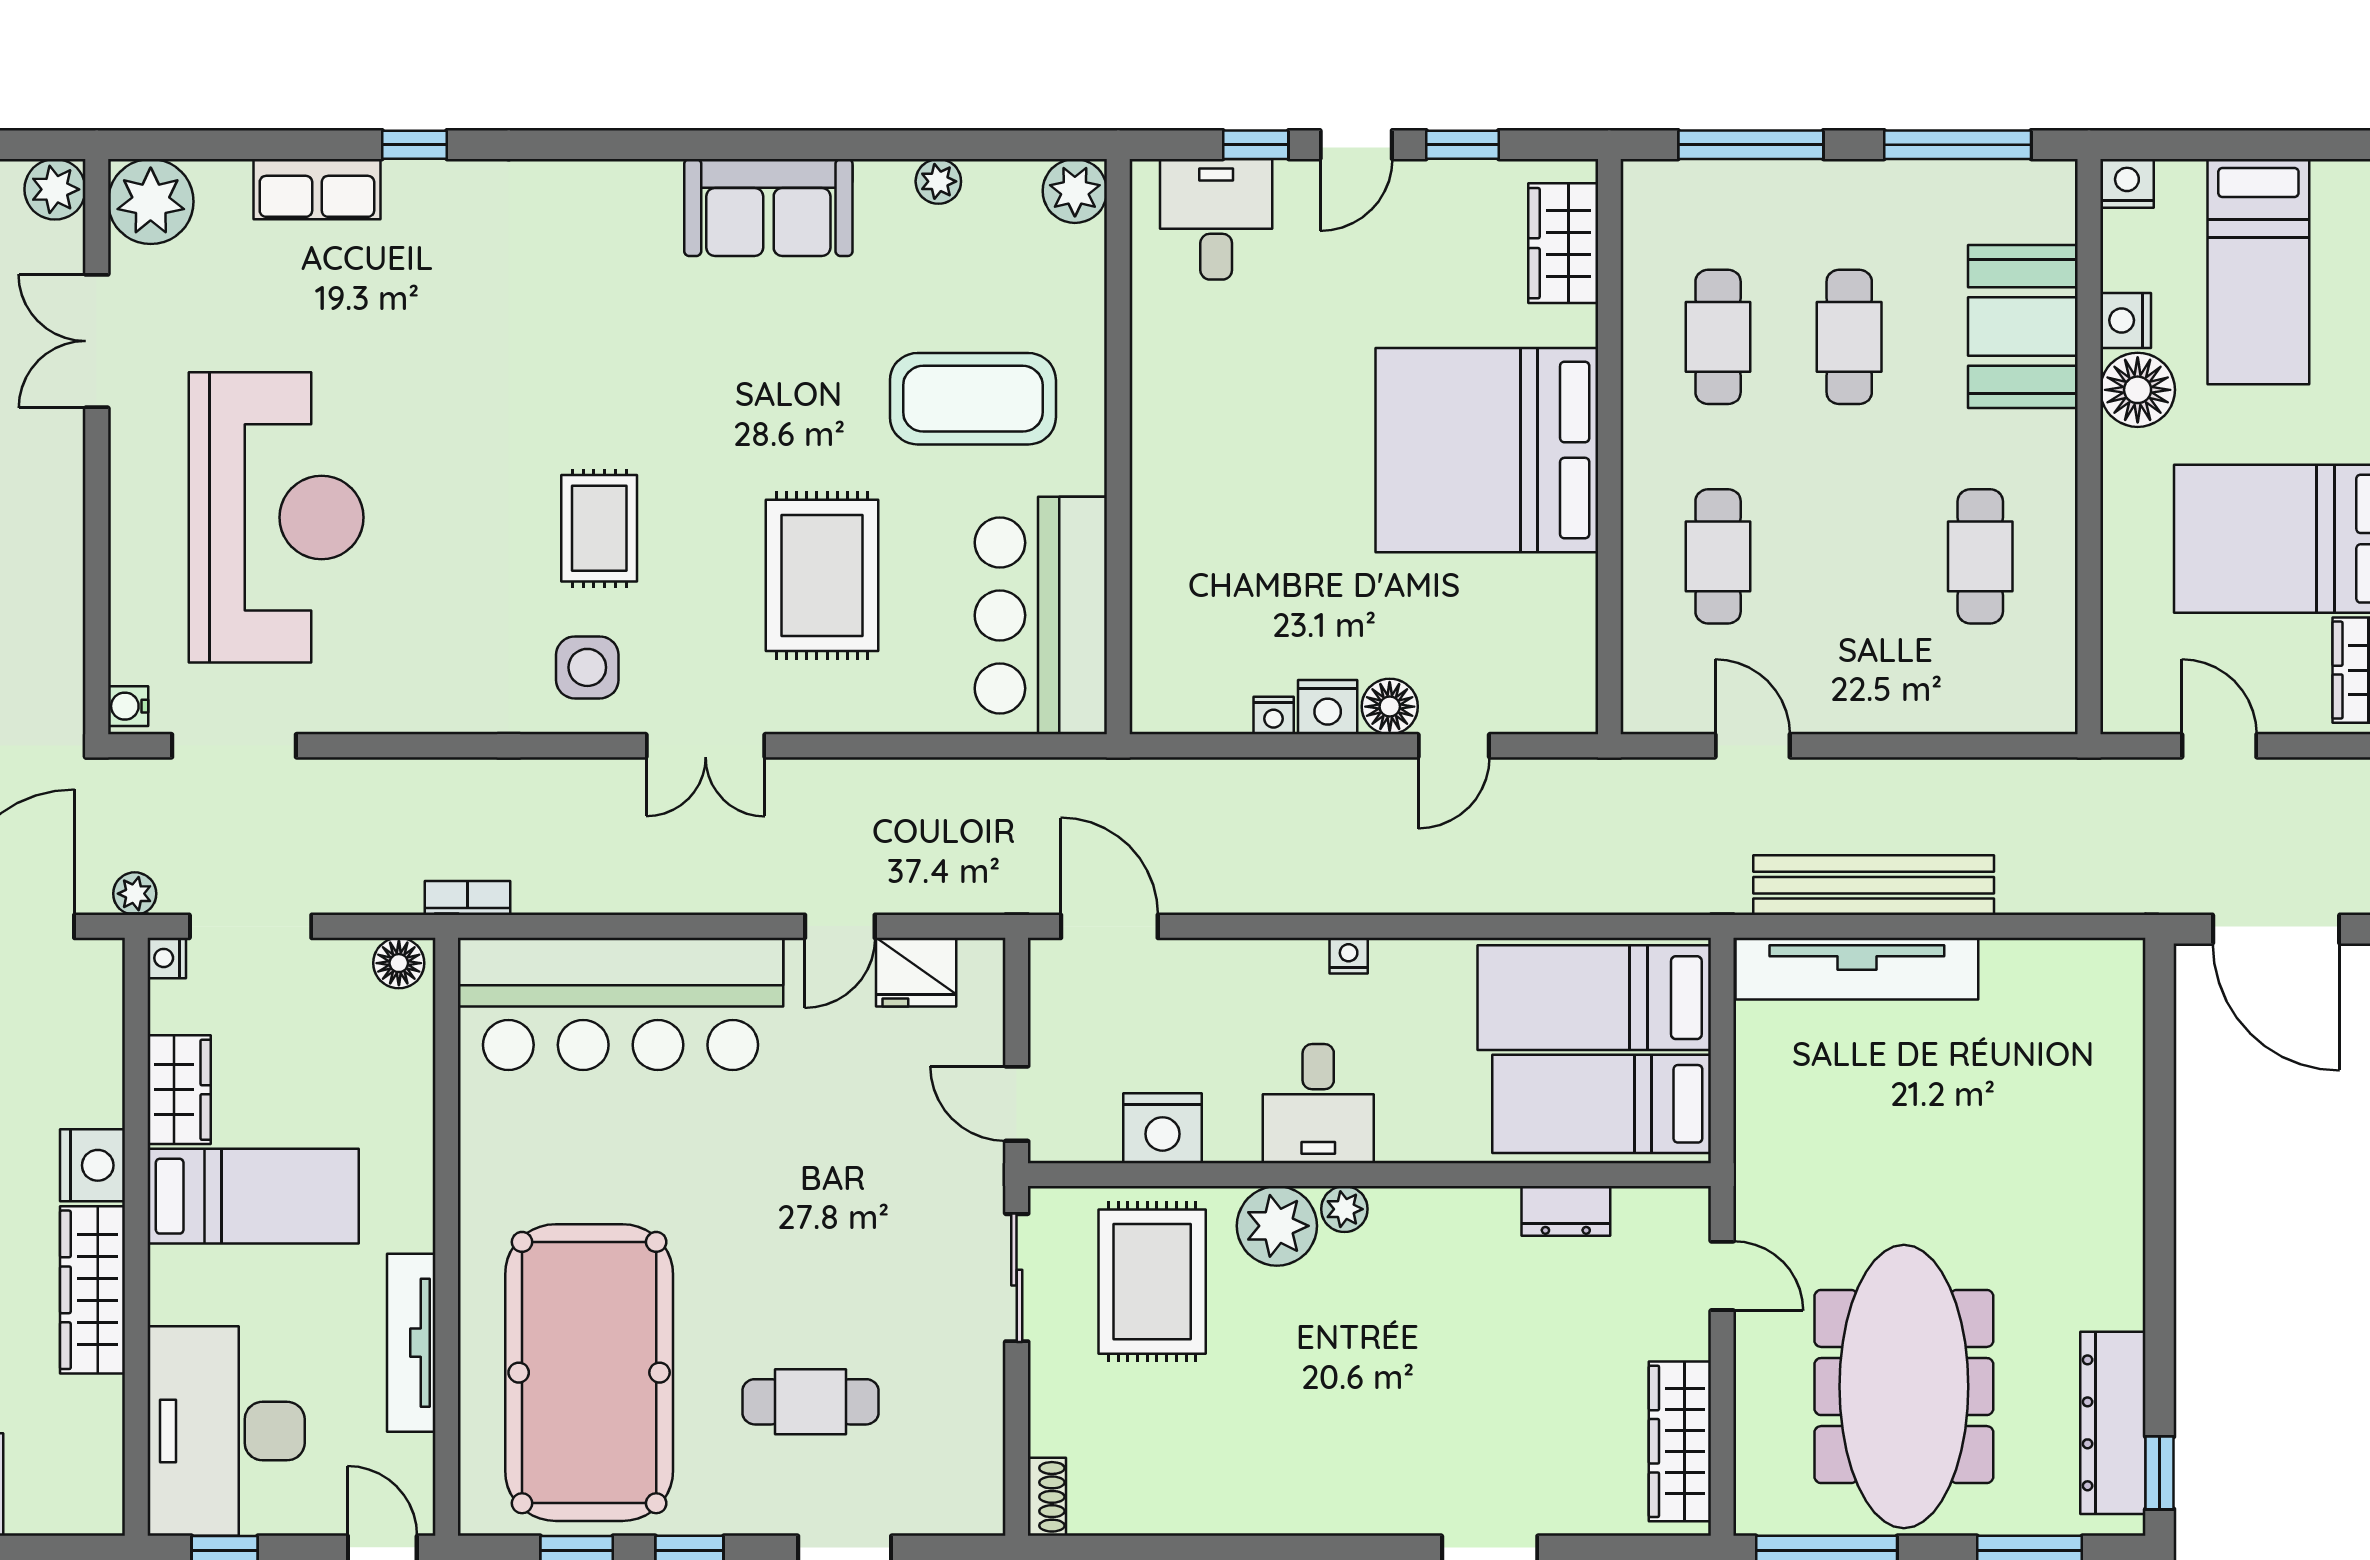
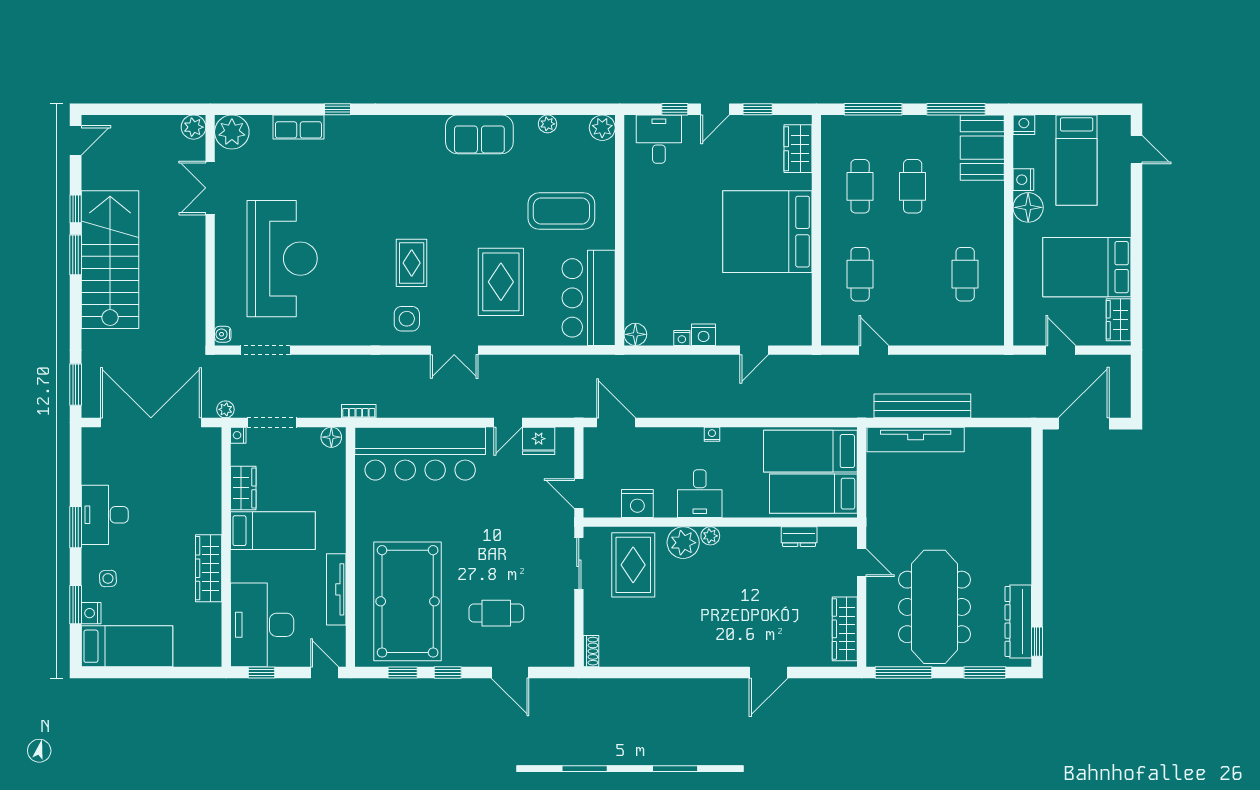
booth: (2023, 326) -> (982, 148), moved
floor lamp: (1390, 707) -> (635, 334), moved
door: (2276, 929) -> (1084, 424), swing flipped
nightstand: (93, 1165) -> (209, 518), removed

